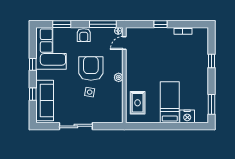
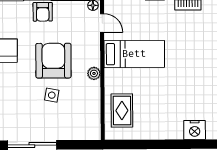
door: (124, 43) -> (102, 23), swing flipped
bed: (170, 102) -> (134, 54), moved, turned 90

